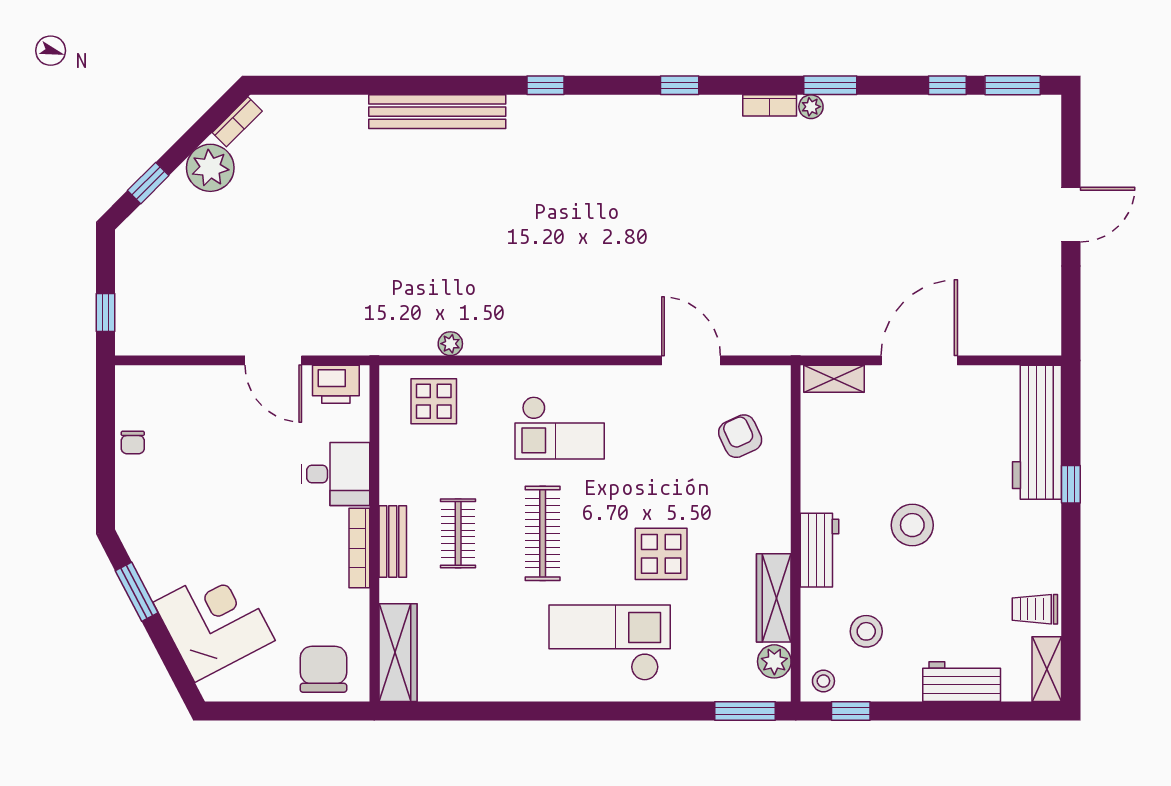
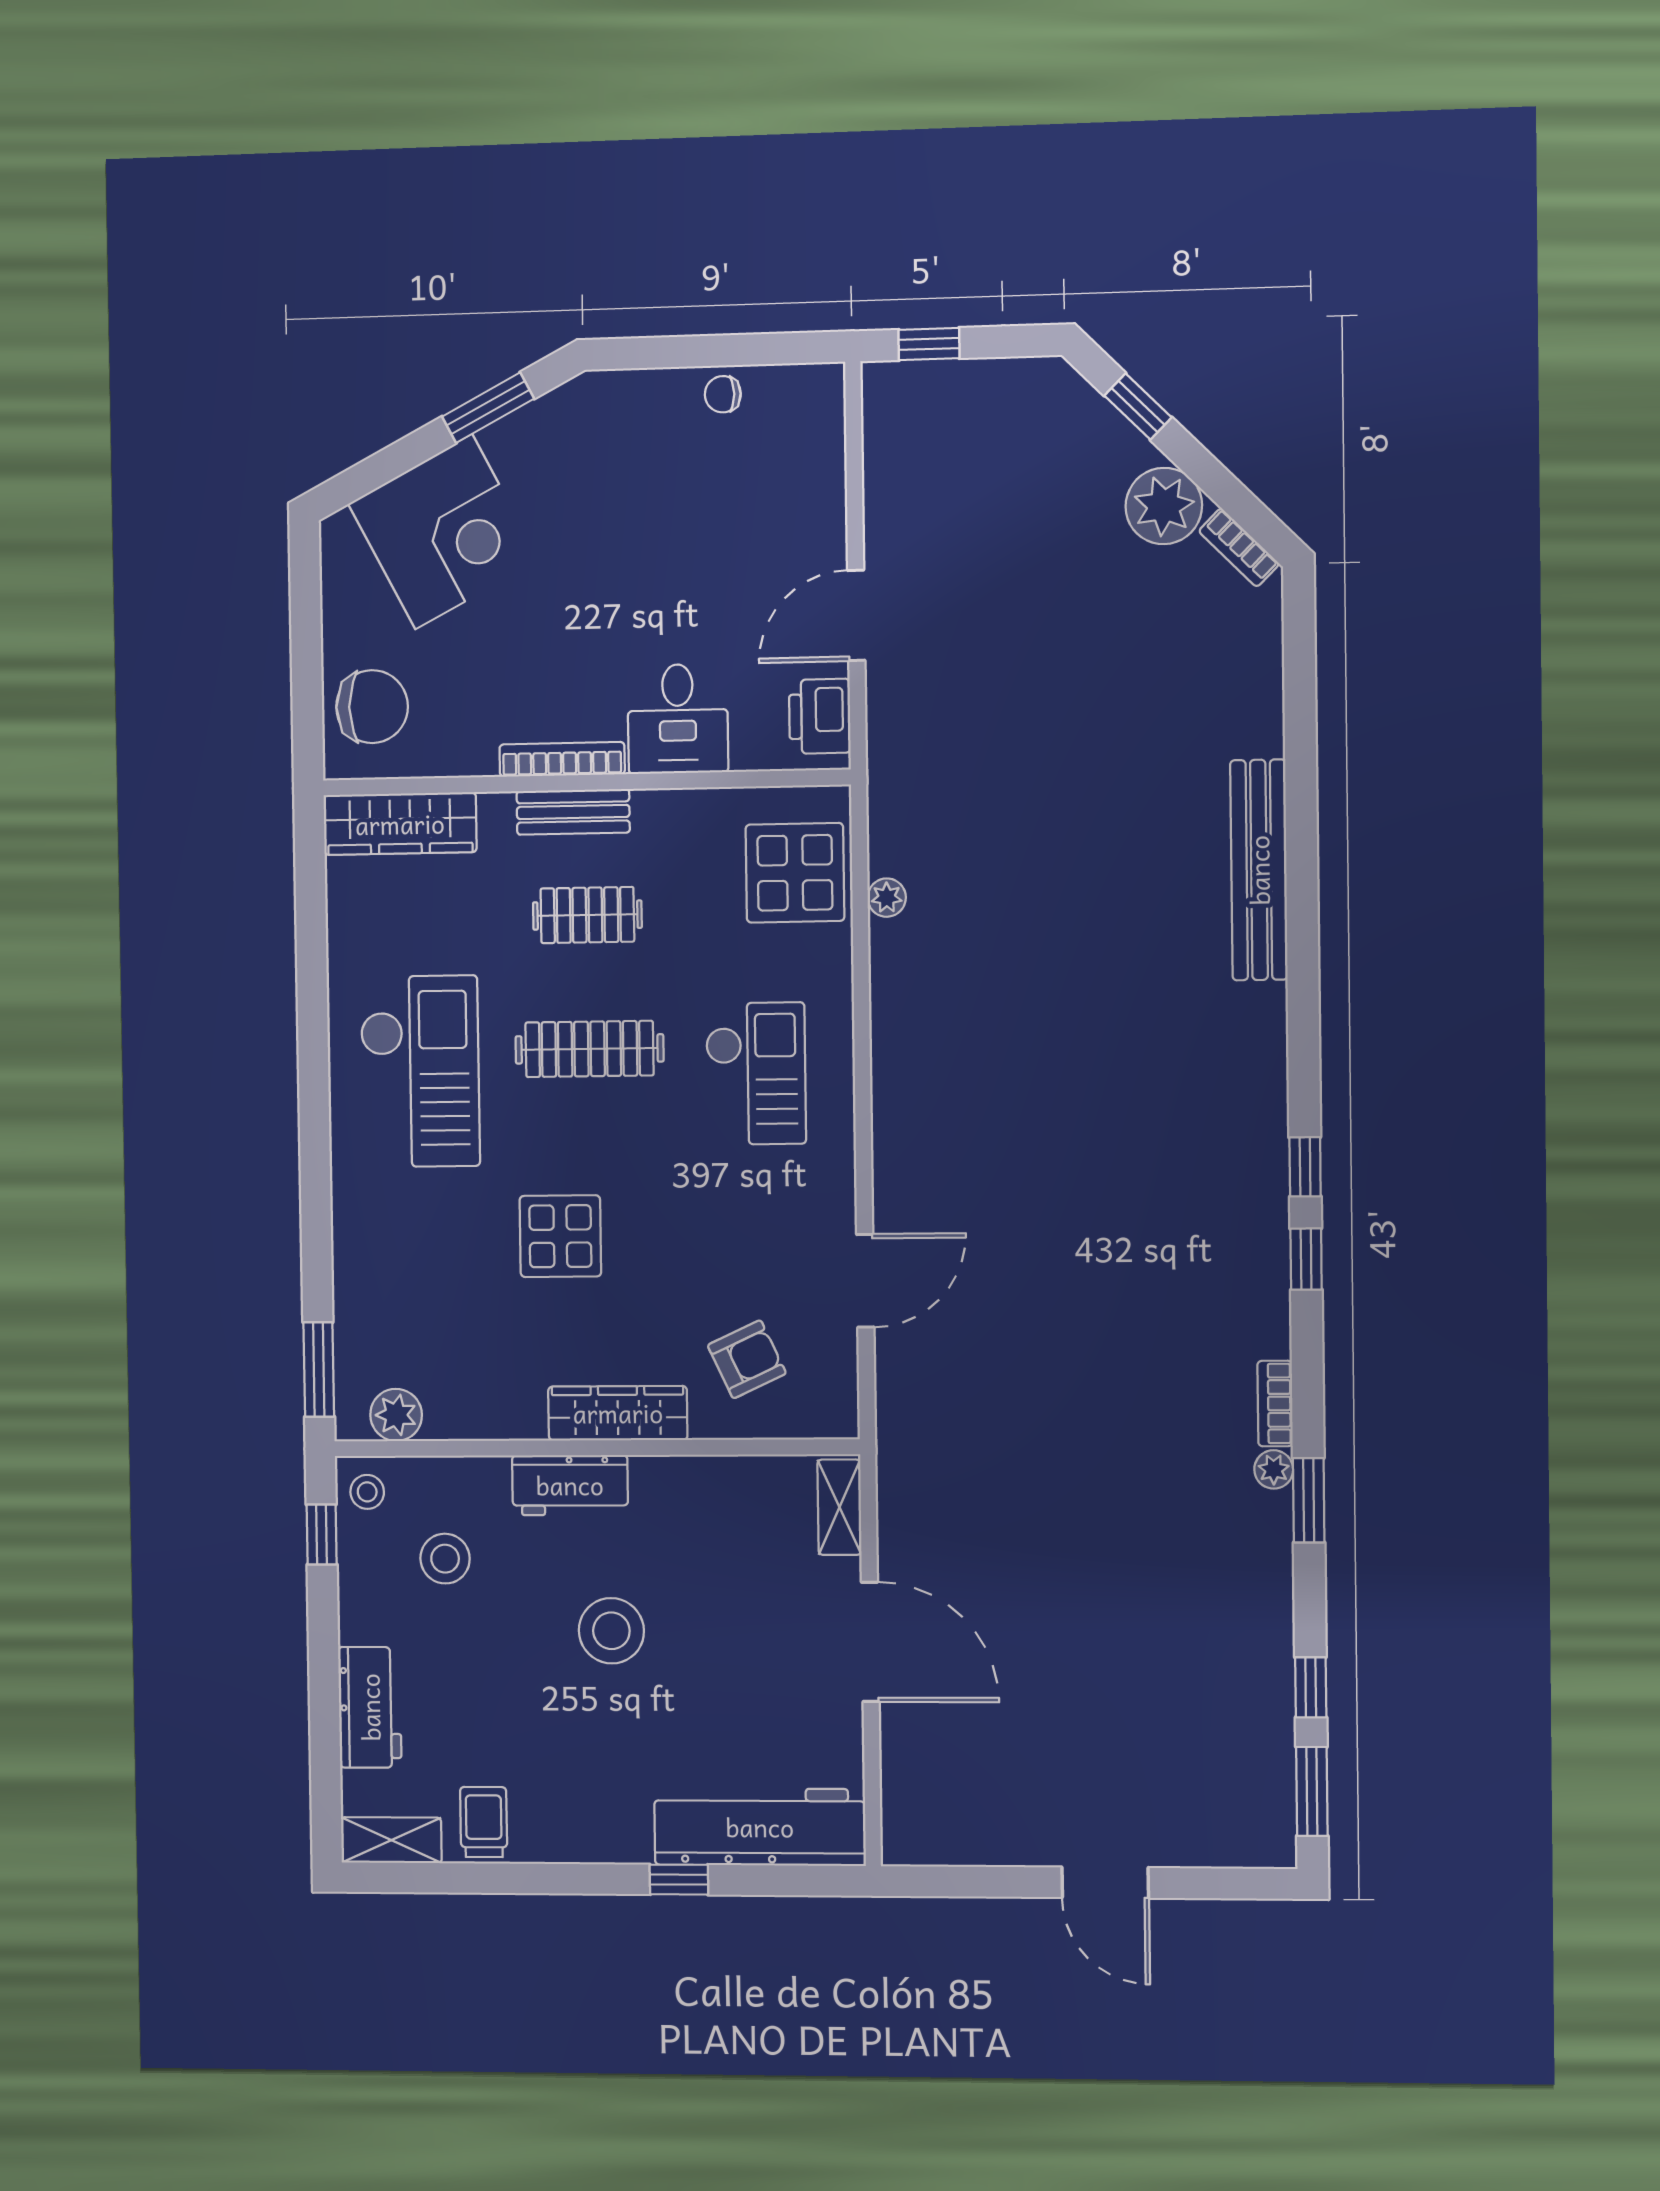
window: (545, 85) -> (1305, 1167), moved
display table: (434, 401) -> (795, 873), width x1.36, depth x1.36
checkout: (560, 428) -> (756, 1074), turned 180
wardrobe: (774, 598) -> (618, 1413), moved
checkout: (610, 643) -> (420, 1071), moved

